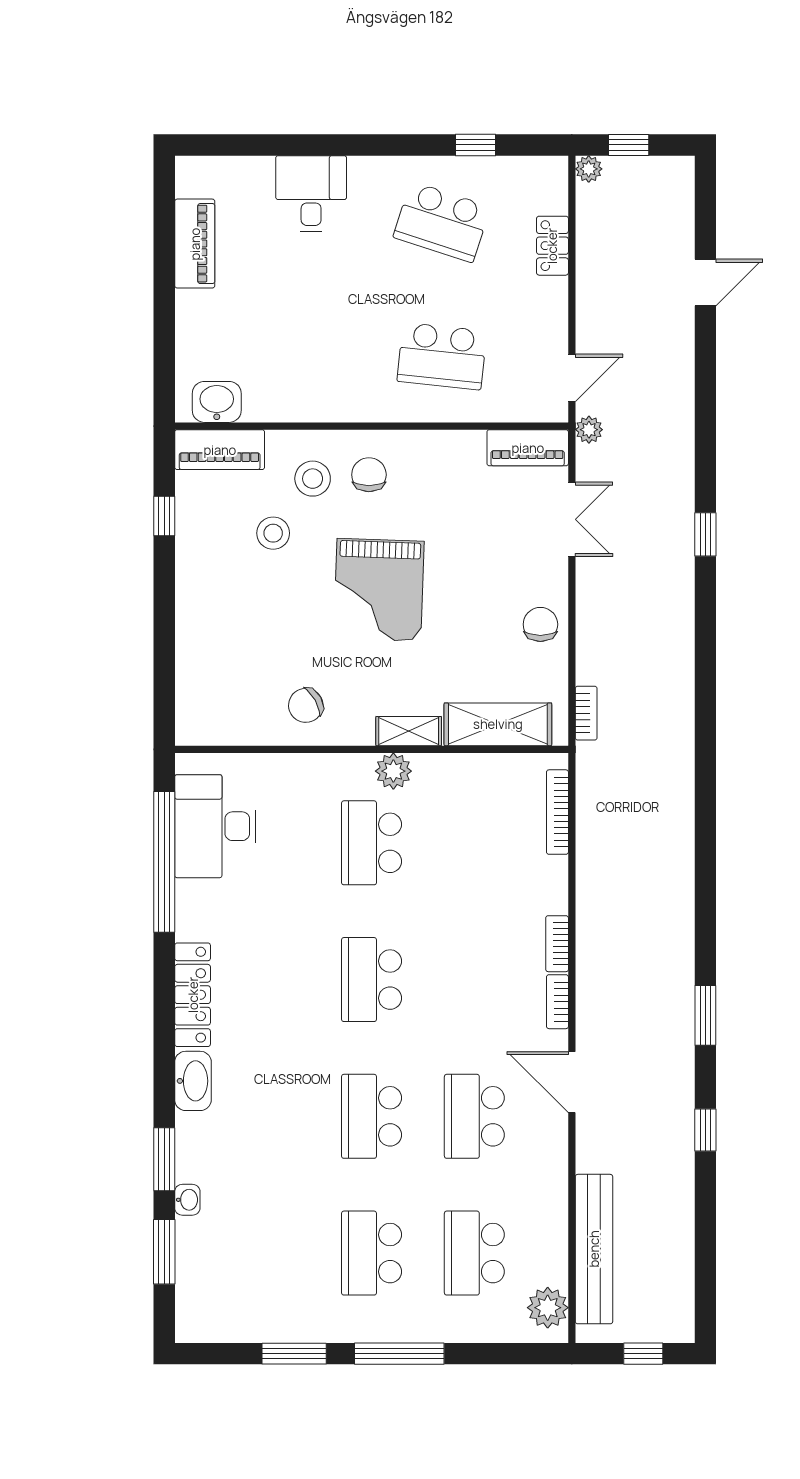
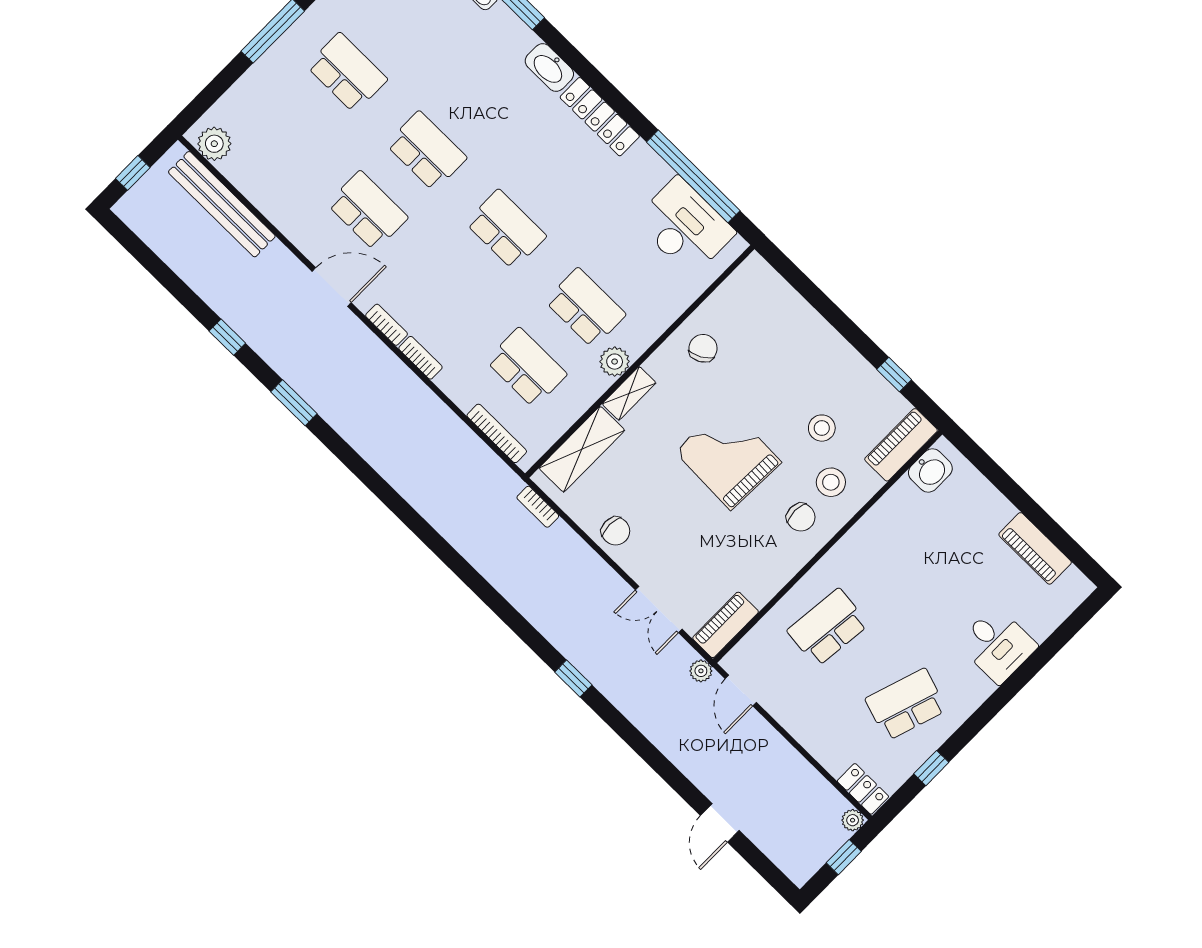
locker: (552, 246) -> (863, 789), moved
school desk: (474, 1253) -> (526, 367), moved

